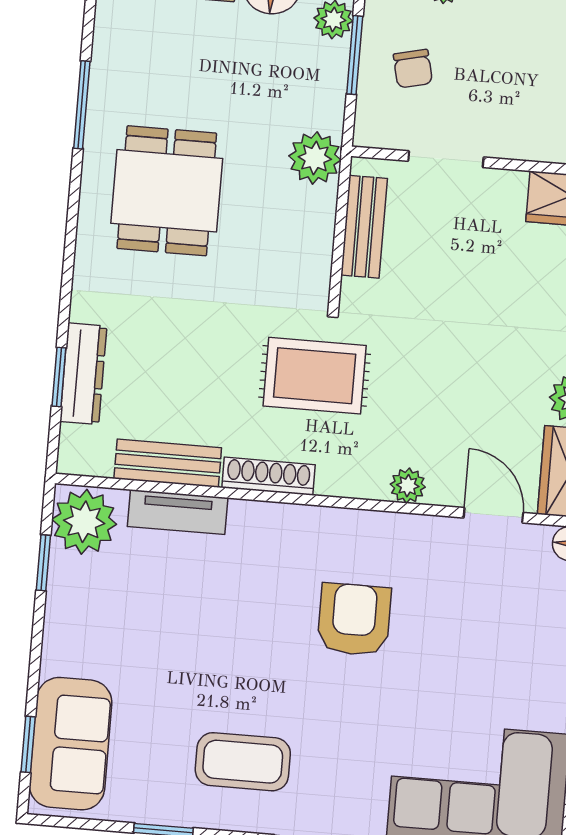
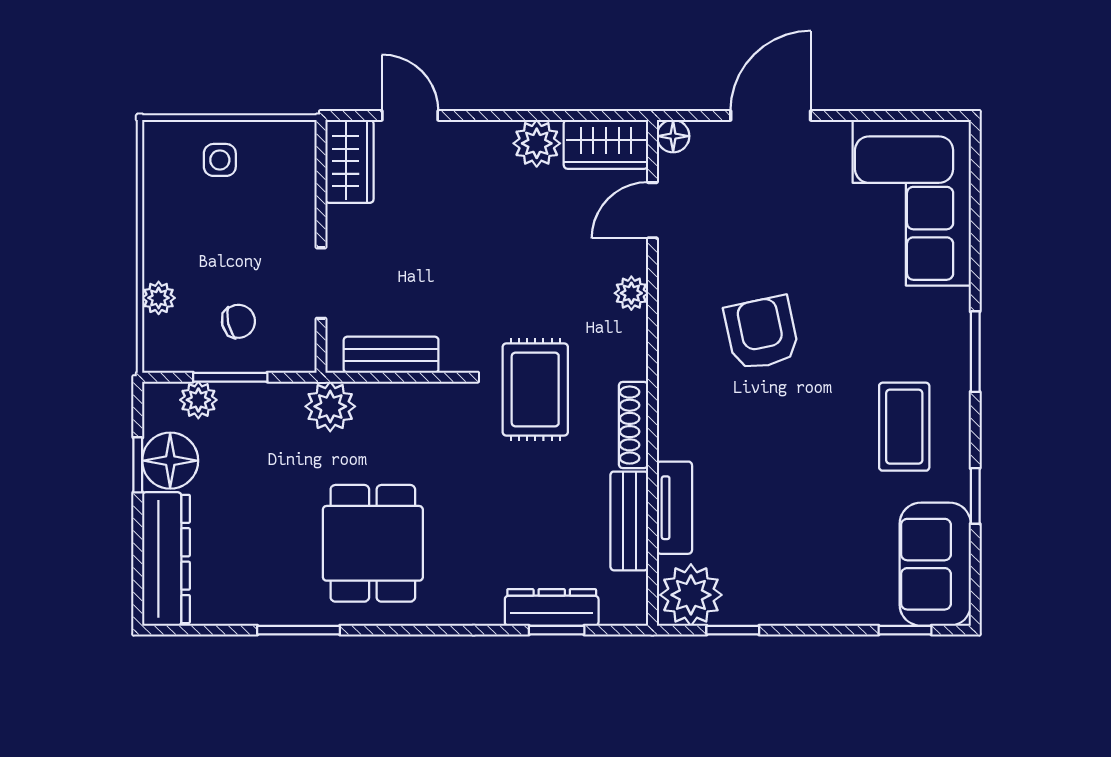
dining table: (167, 191) -> (373, 543), turned 90
armchair: (354, 620) -> (762, 333), turned 78
sofa: (71, 744) -> (935, 564), moved, turned -90

